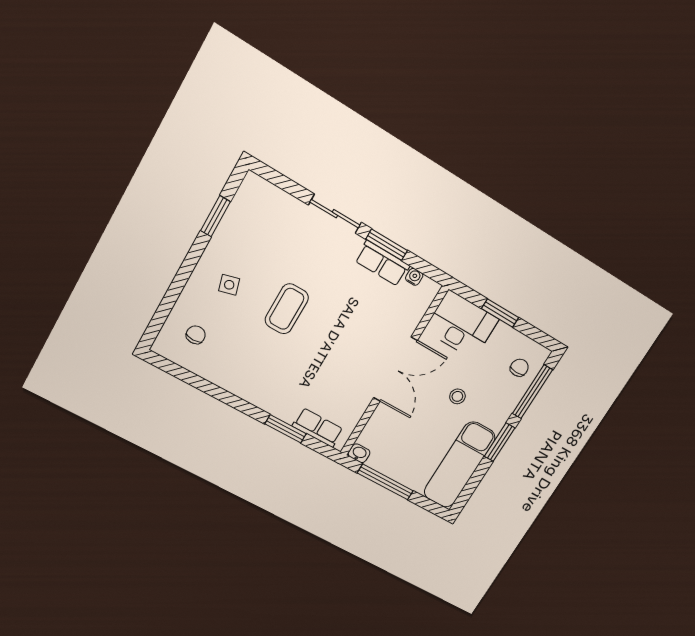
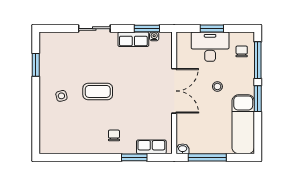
window: (387, 245) -> (147, 29), moved
coffee table: (287, 309) -> (98, 91), turned 90
desk: (461, 325) -> (210, 47), moved
chair: (196, 335) -> (114, 135), moved

